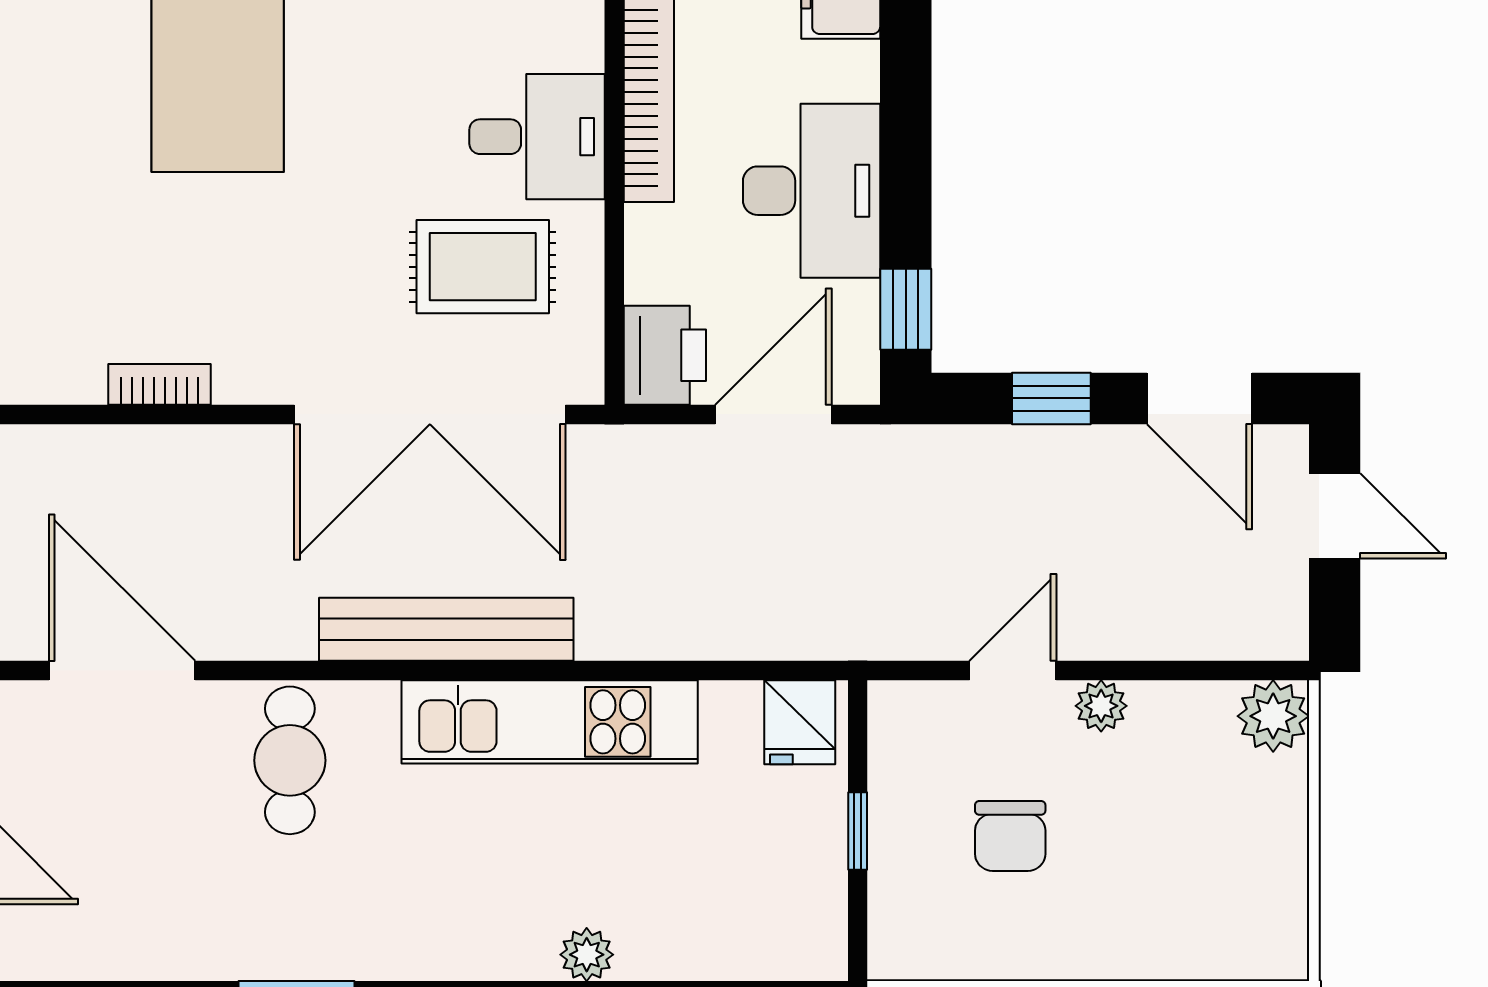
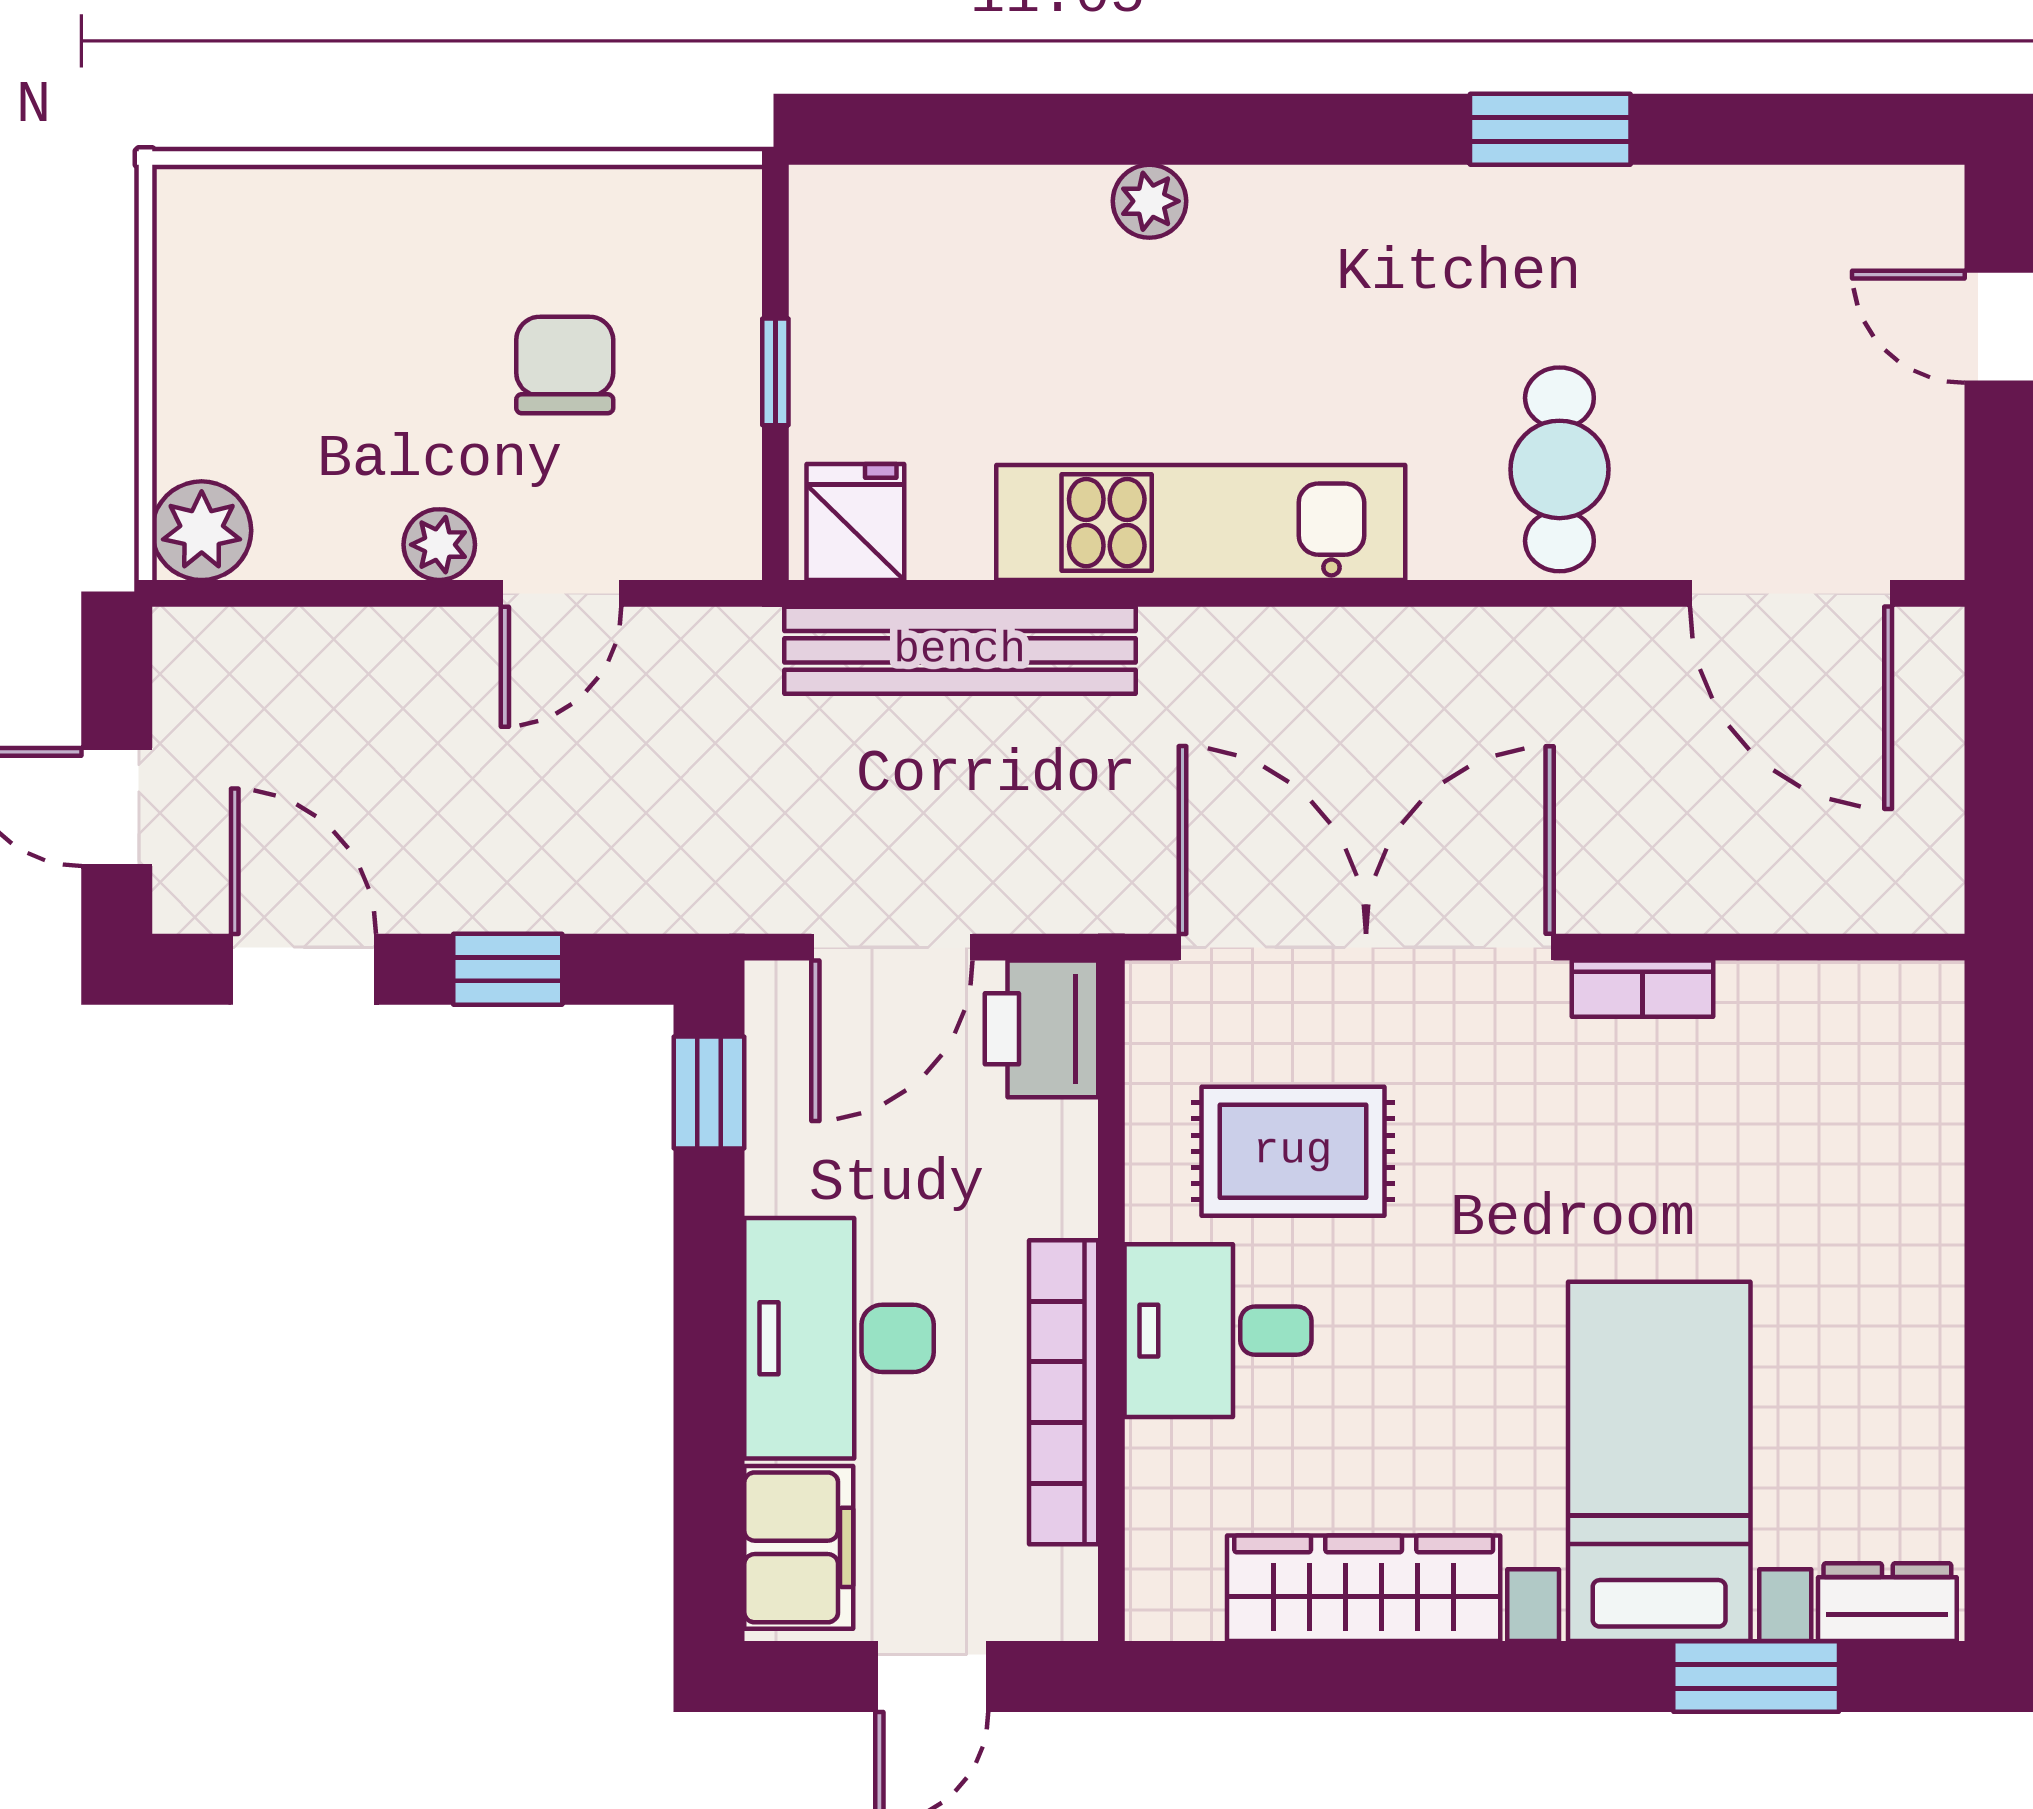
desk: (812, 191) -> (839, 1338), moved
bookcase: (159, 384) -> (1643, 989), moved
bench: (446, 629) -> (960, 650), moved

